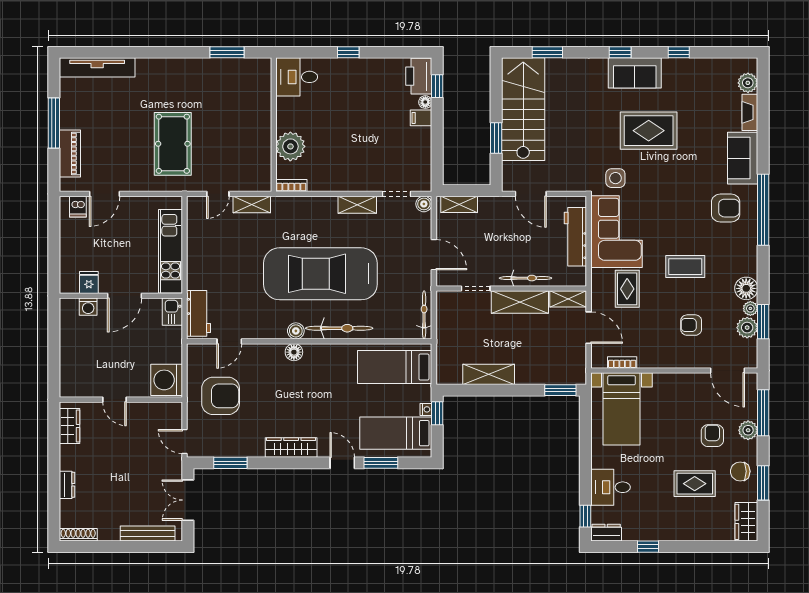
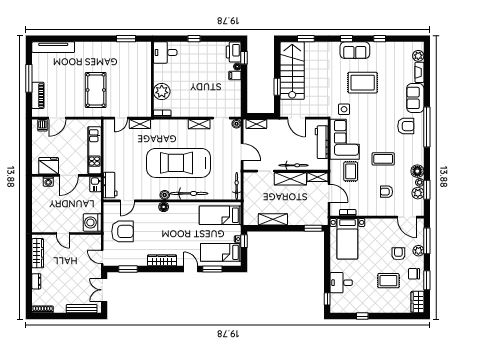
fridge: (89, 283) -> (49, 166), width x1.88, depth x1.34
wardrobe: (69, 426) -> (38, 253), width x1.50
dresser: (606, 533) -> (339, 308), removed

